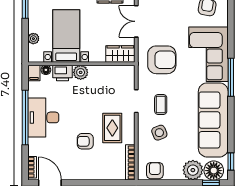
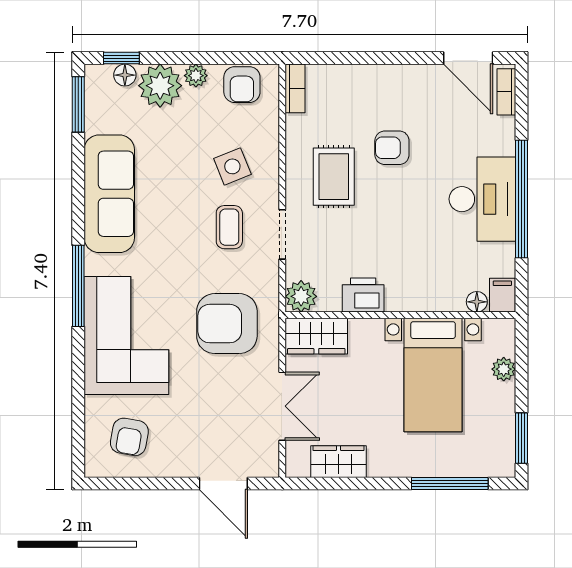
plant: (81, 72) -> (301, 296), moved
printer: (62, 73) -> (363, 295), moved
sofa: (213, 120) -> (109, 194), width x0.74, depth x0.79
armchair: (85, 141) -> (392, 148), turned 180
window: (231, 161) -> (78, 104), width x1.50
bookcase: (130, 162) -> (295, 88), width x0.64
floor lamp: (214, 171) -> (125, 75), width x0.53, depth x0.53
plant: (176, 175) -> (196, 76), added

